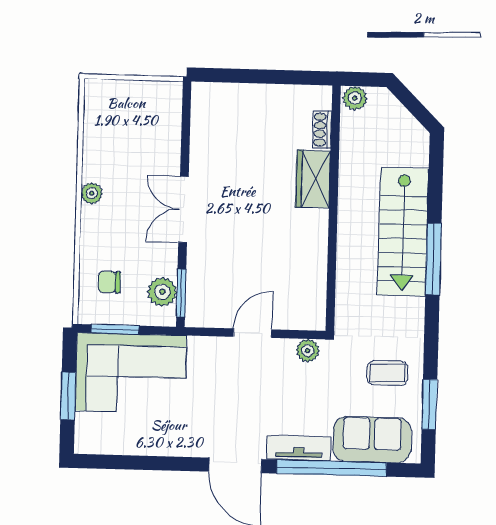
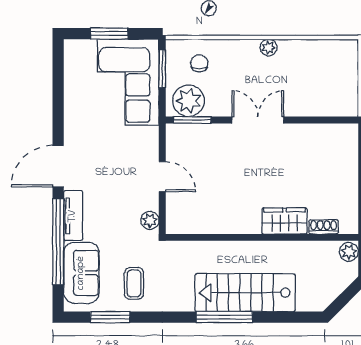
plant: (162, 292) -> (189, 101), width x1.36, depth x1.36

